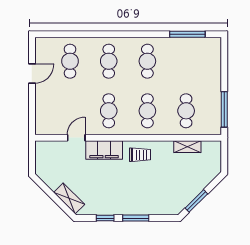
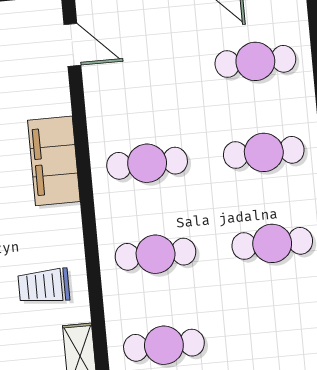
door: (76, 138) -> (72, 45), moved
trolley: (140, 155) -> (44, 286), moved, turned 90

